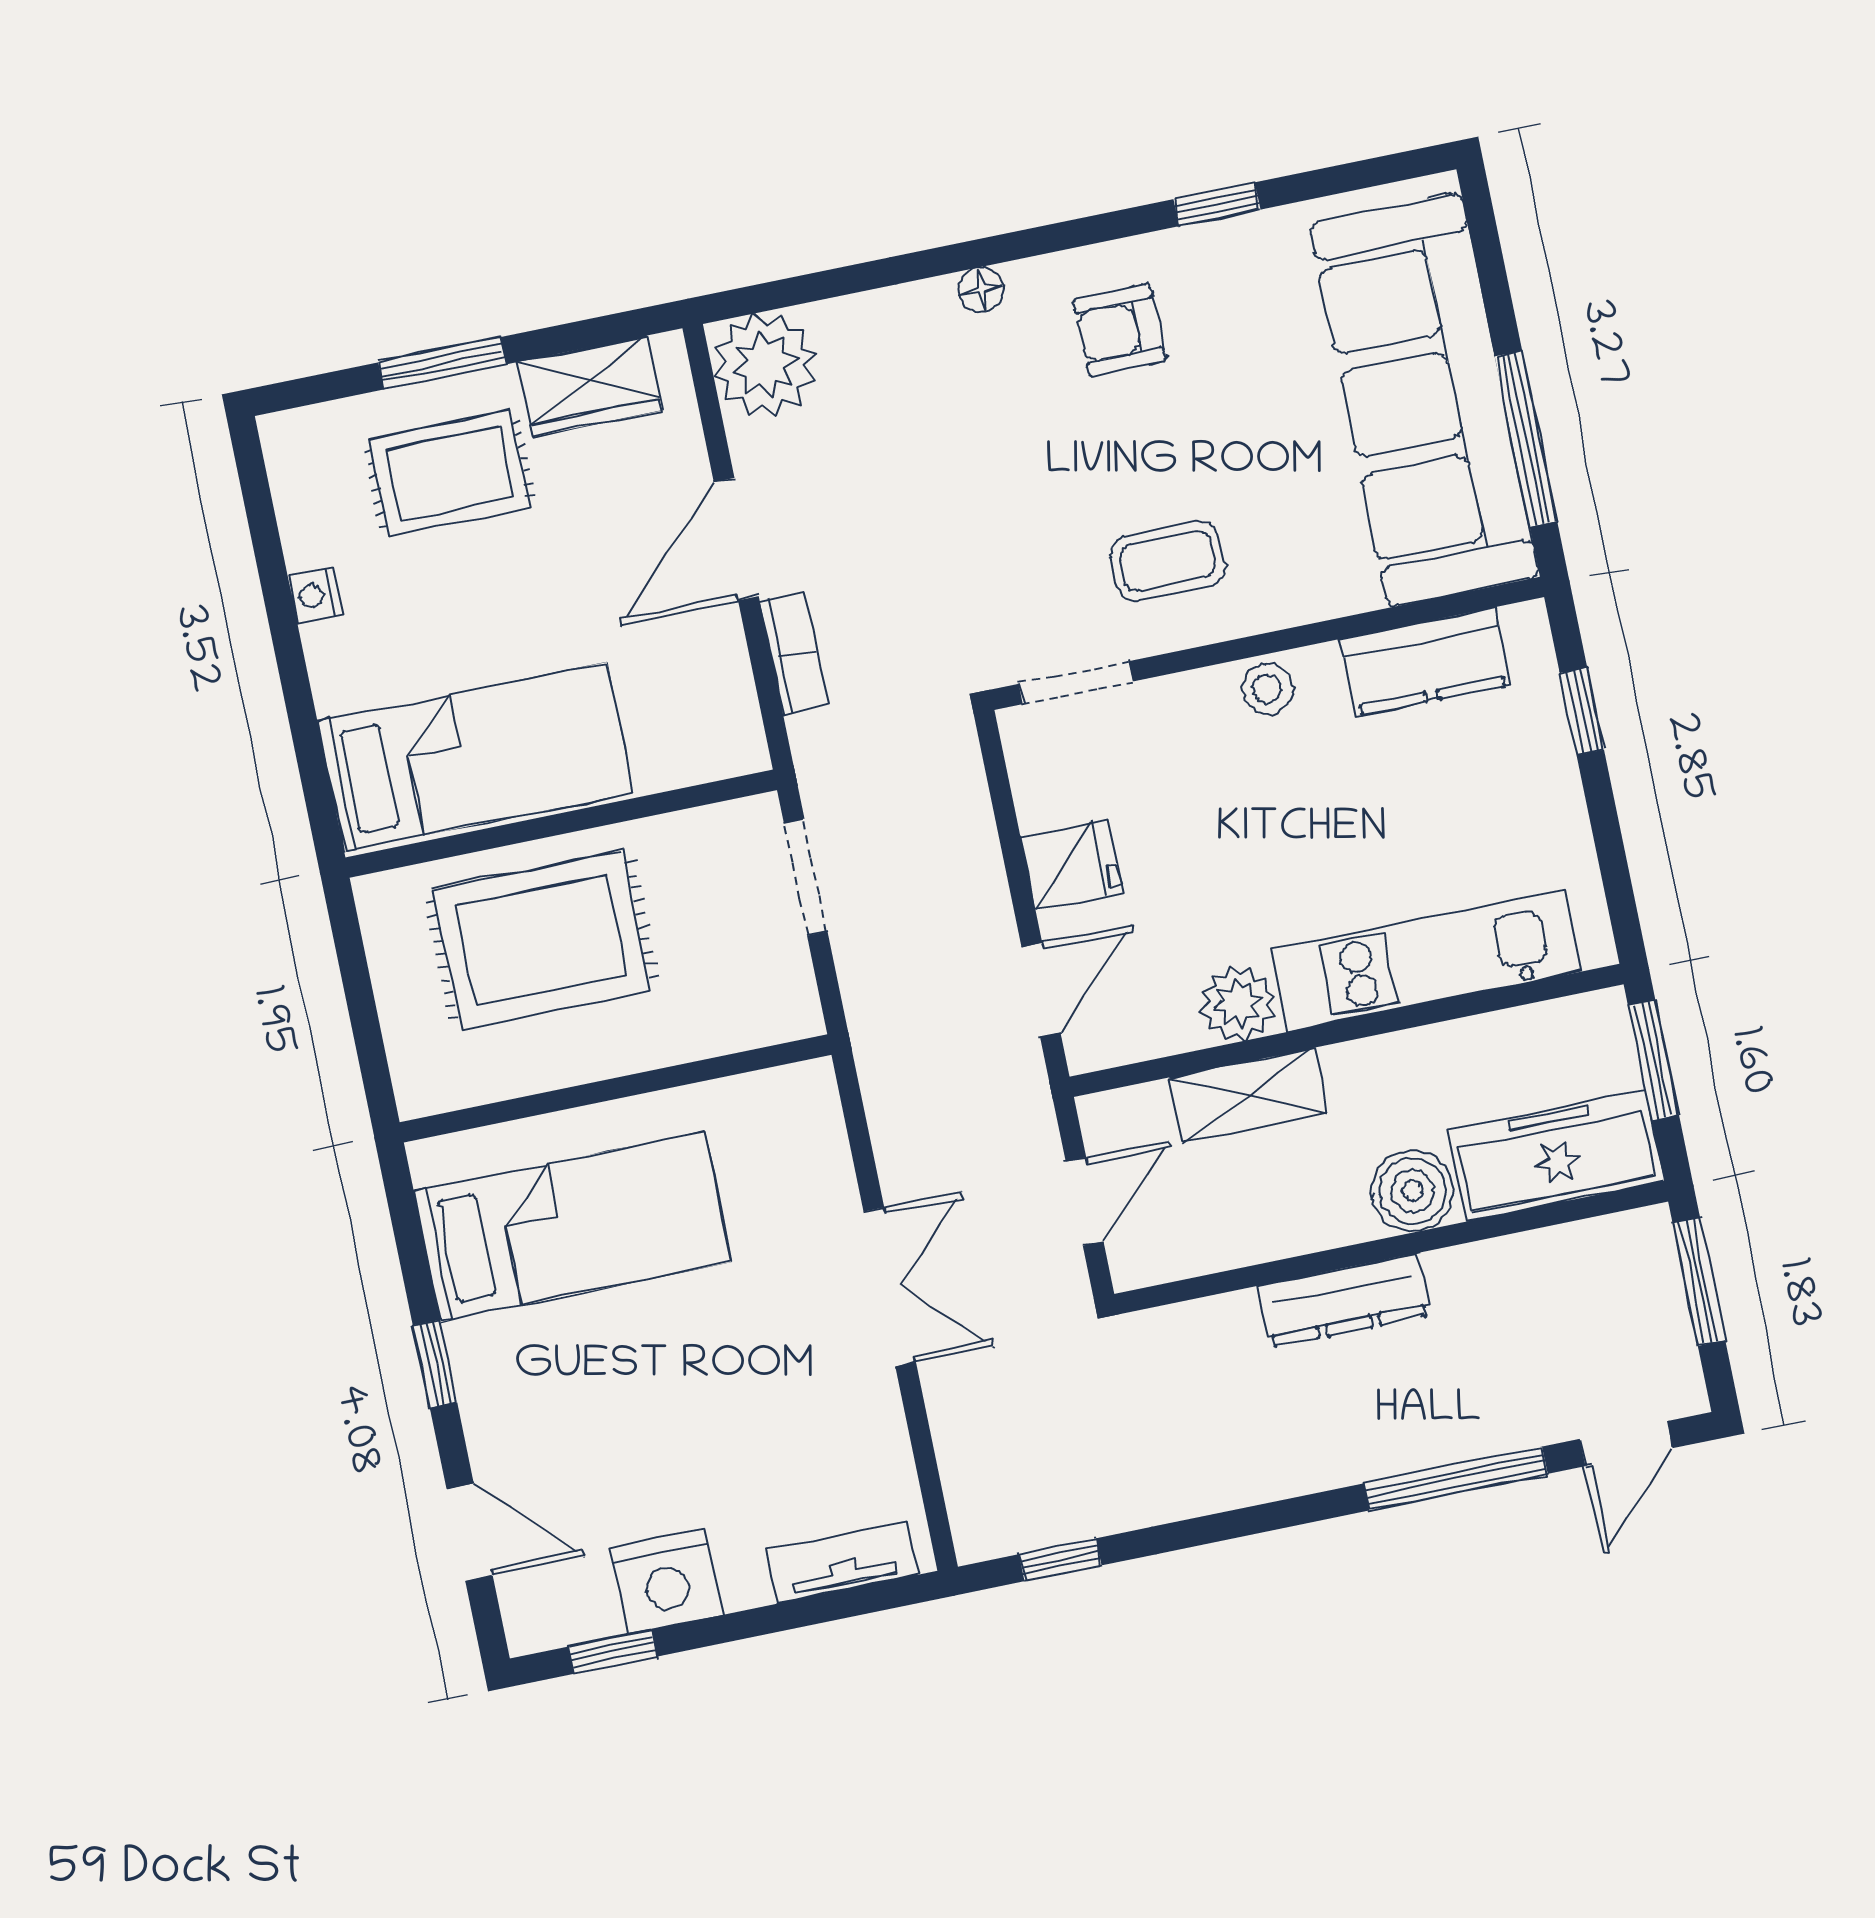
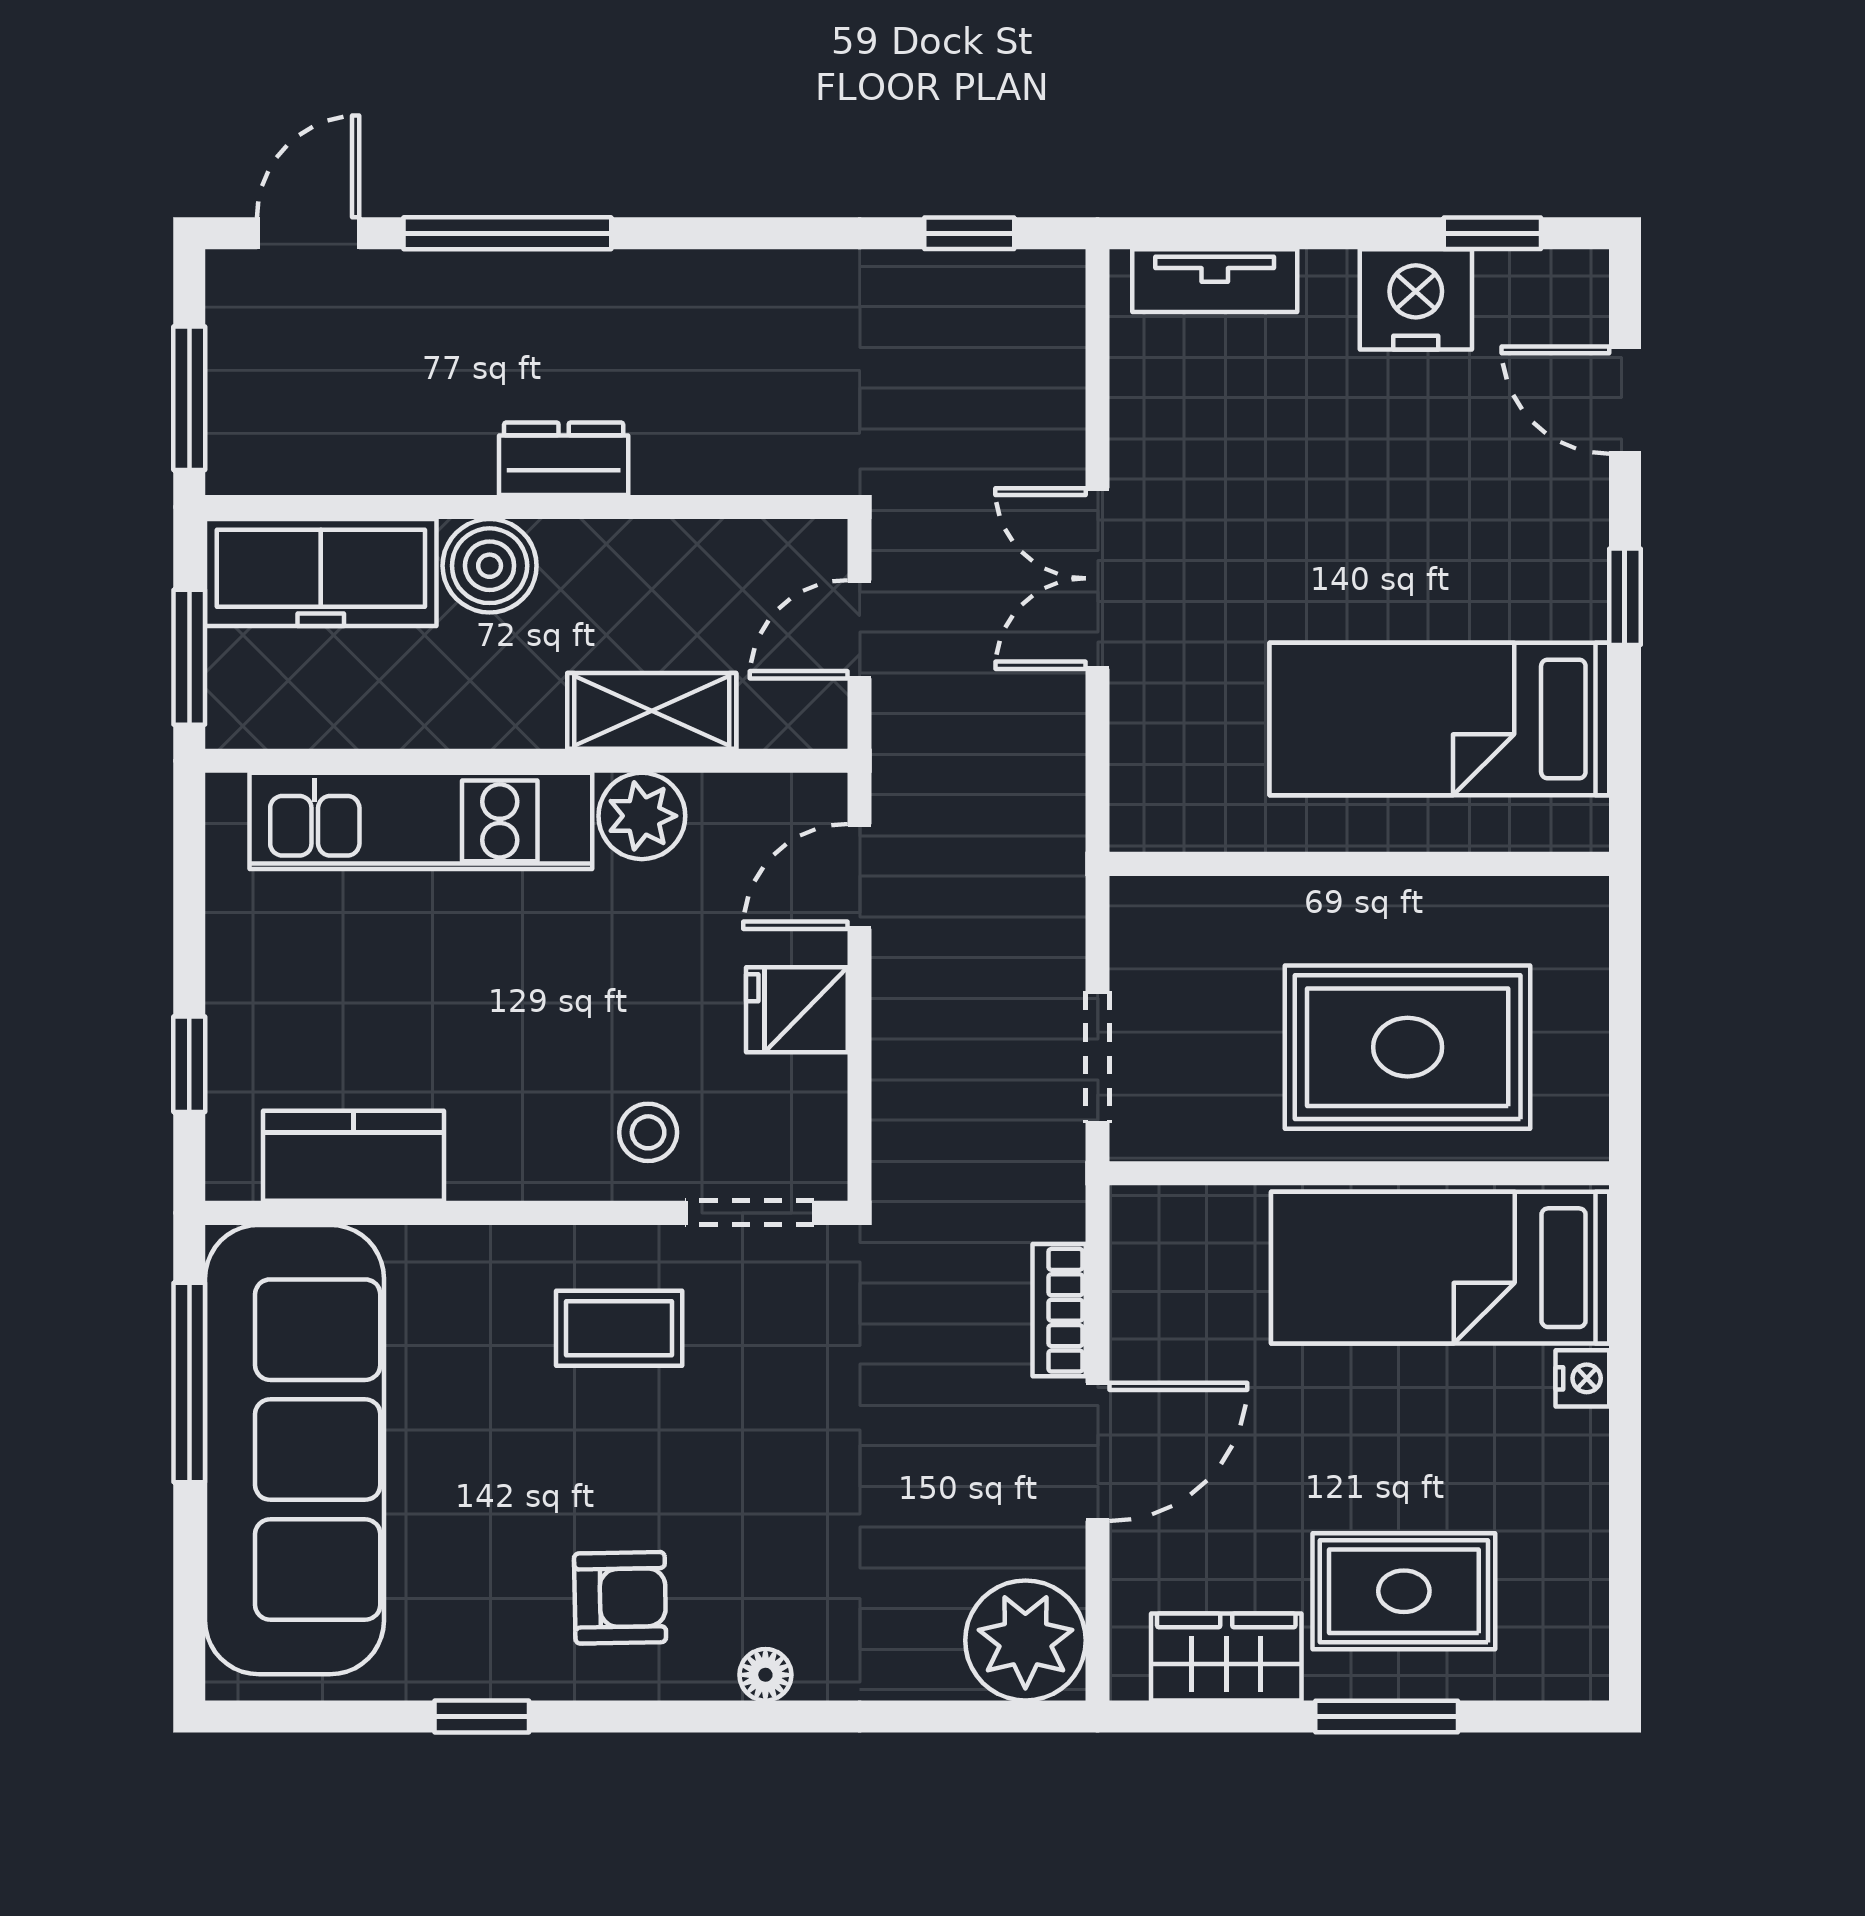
nightstand: (315, 595) -> (1582, 1378), moved
stool: (1267, 689) -> (648, 1132), moved
dresser: (1344, 1300) -> (564, 459), width x0.70

